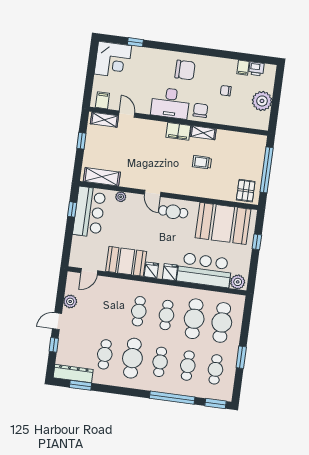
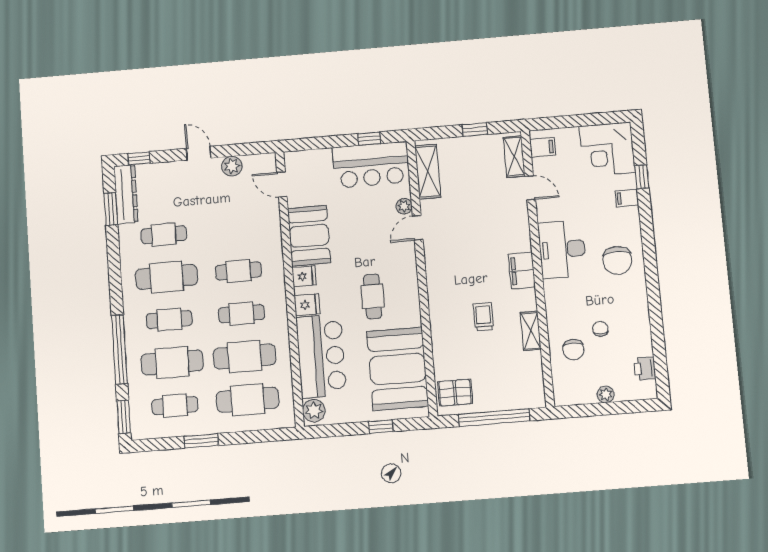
filing cabinet: (243, 68) -> (627, 198), moved
plant: (262, 101) -> (606, 394), width x0.53, depth x0.53
chair: (200, 110) -> (573, 350), moved, turned 90
door: (127, 114) -> (530, 188), hinge flipped
shelving: (203, 133) -> (531, 331), moved
door: (153, 193) -> (418, 228), moved
cafe table: (173, 212) -> (373, 296), moved
window: (54, 345) -> (139, 158), moved
cafe table: (188, 366) -> (172, 362), width x1.37, depth x1.35

